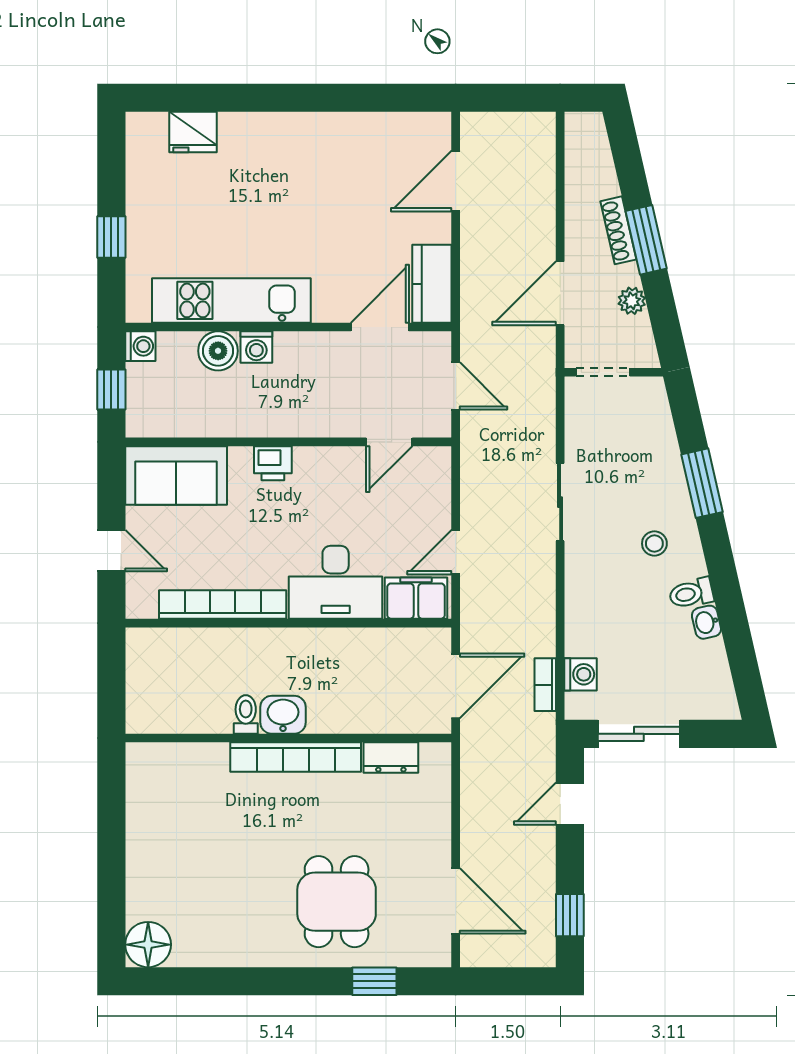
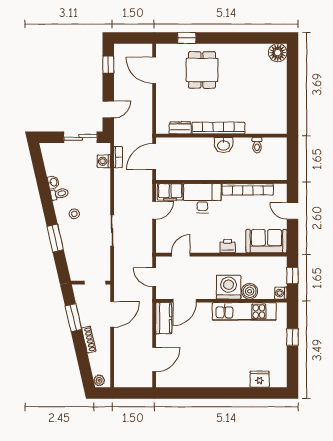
window: (646, 240) -> (73, 318), moved
plant: (632, 301) -> (99, 380), moved
washing machine: (256, 347) -> (229, 287), width x1.89, depth x1.89
toilet: (246, 714) -> (257, 145), moved

